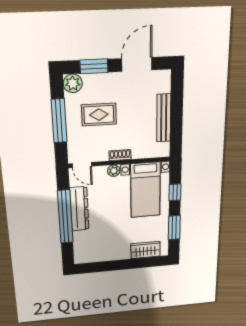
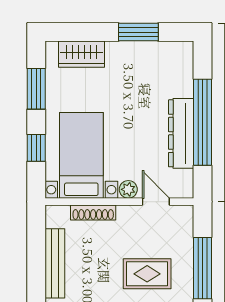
shoe rack: (120, 155) -> (93, 213), moved, width x1.43
door: (82, 165) -> (156, 202), moved
window: (110, 266) -> (138, 32), added

